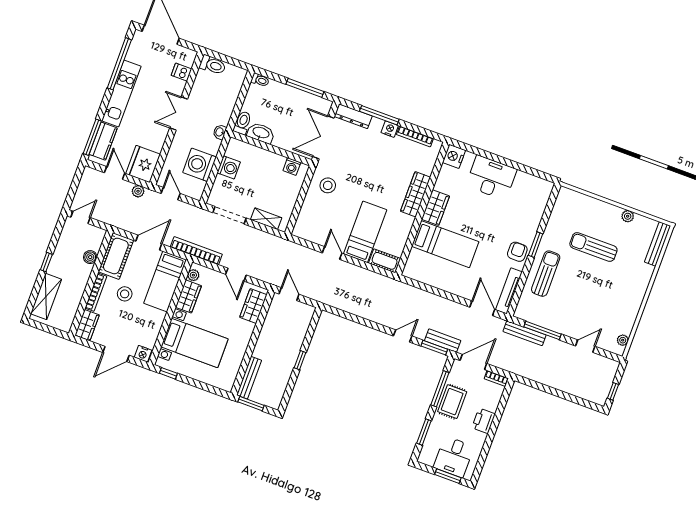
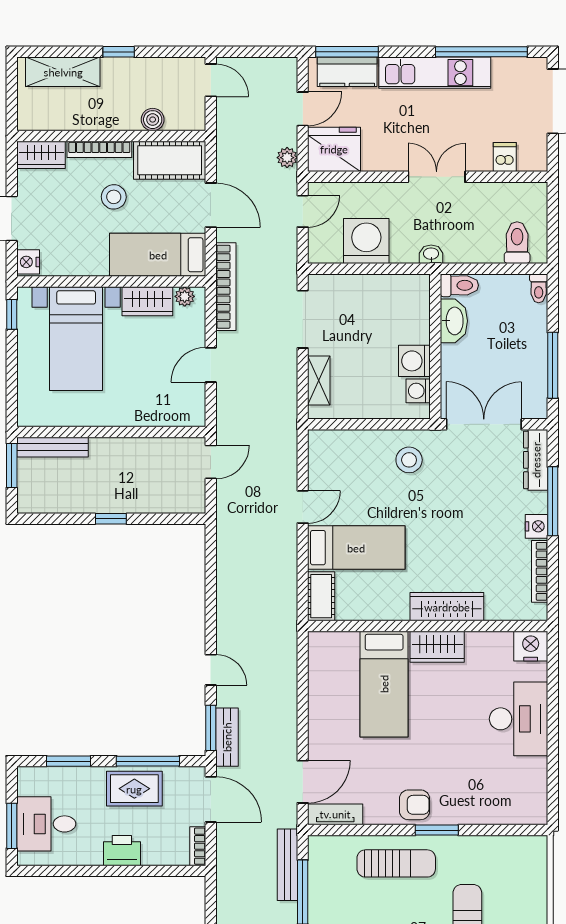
toilet: (213, 65) -> (517, 243), moved, turned 180
washing machine: (229, 167) -> (414, 361), moved, turned 90
tv unit: (509, 291) -> (335, 814), width x0.71
wardrobe: (253, 306) -> (171, 411), removed

